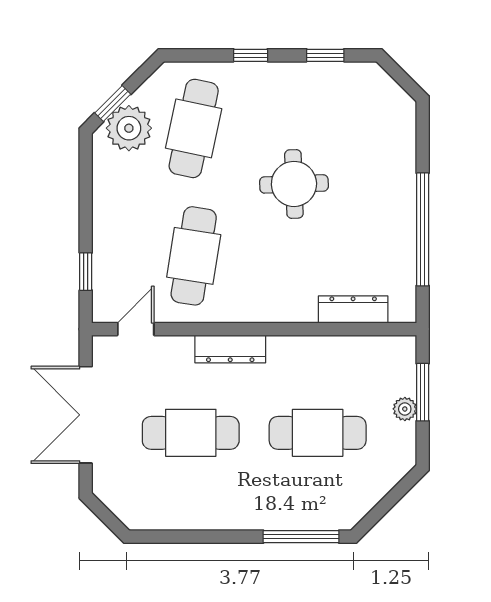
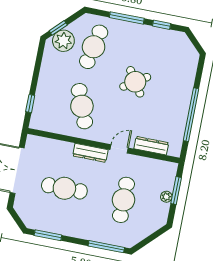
window: (251, 55) -> (127, 18), width x2.17
round table: (294, 184) -> (135, 82), turned -31
cafe table: (194, 256) -> (82, 106), turned -30
door: (136, 329) -> (119, 149), moved
cafe table: (318, 433) -> (123, 200), turned 90
window: (176, 537) -> (48, 235), added

